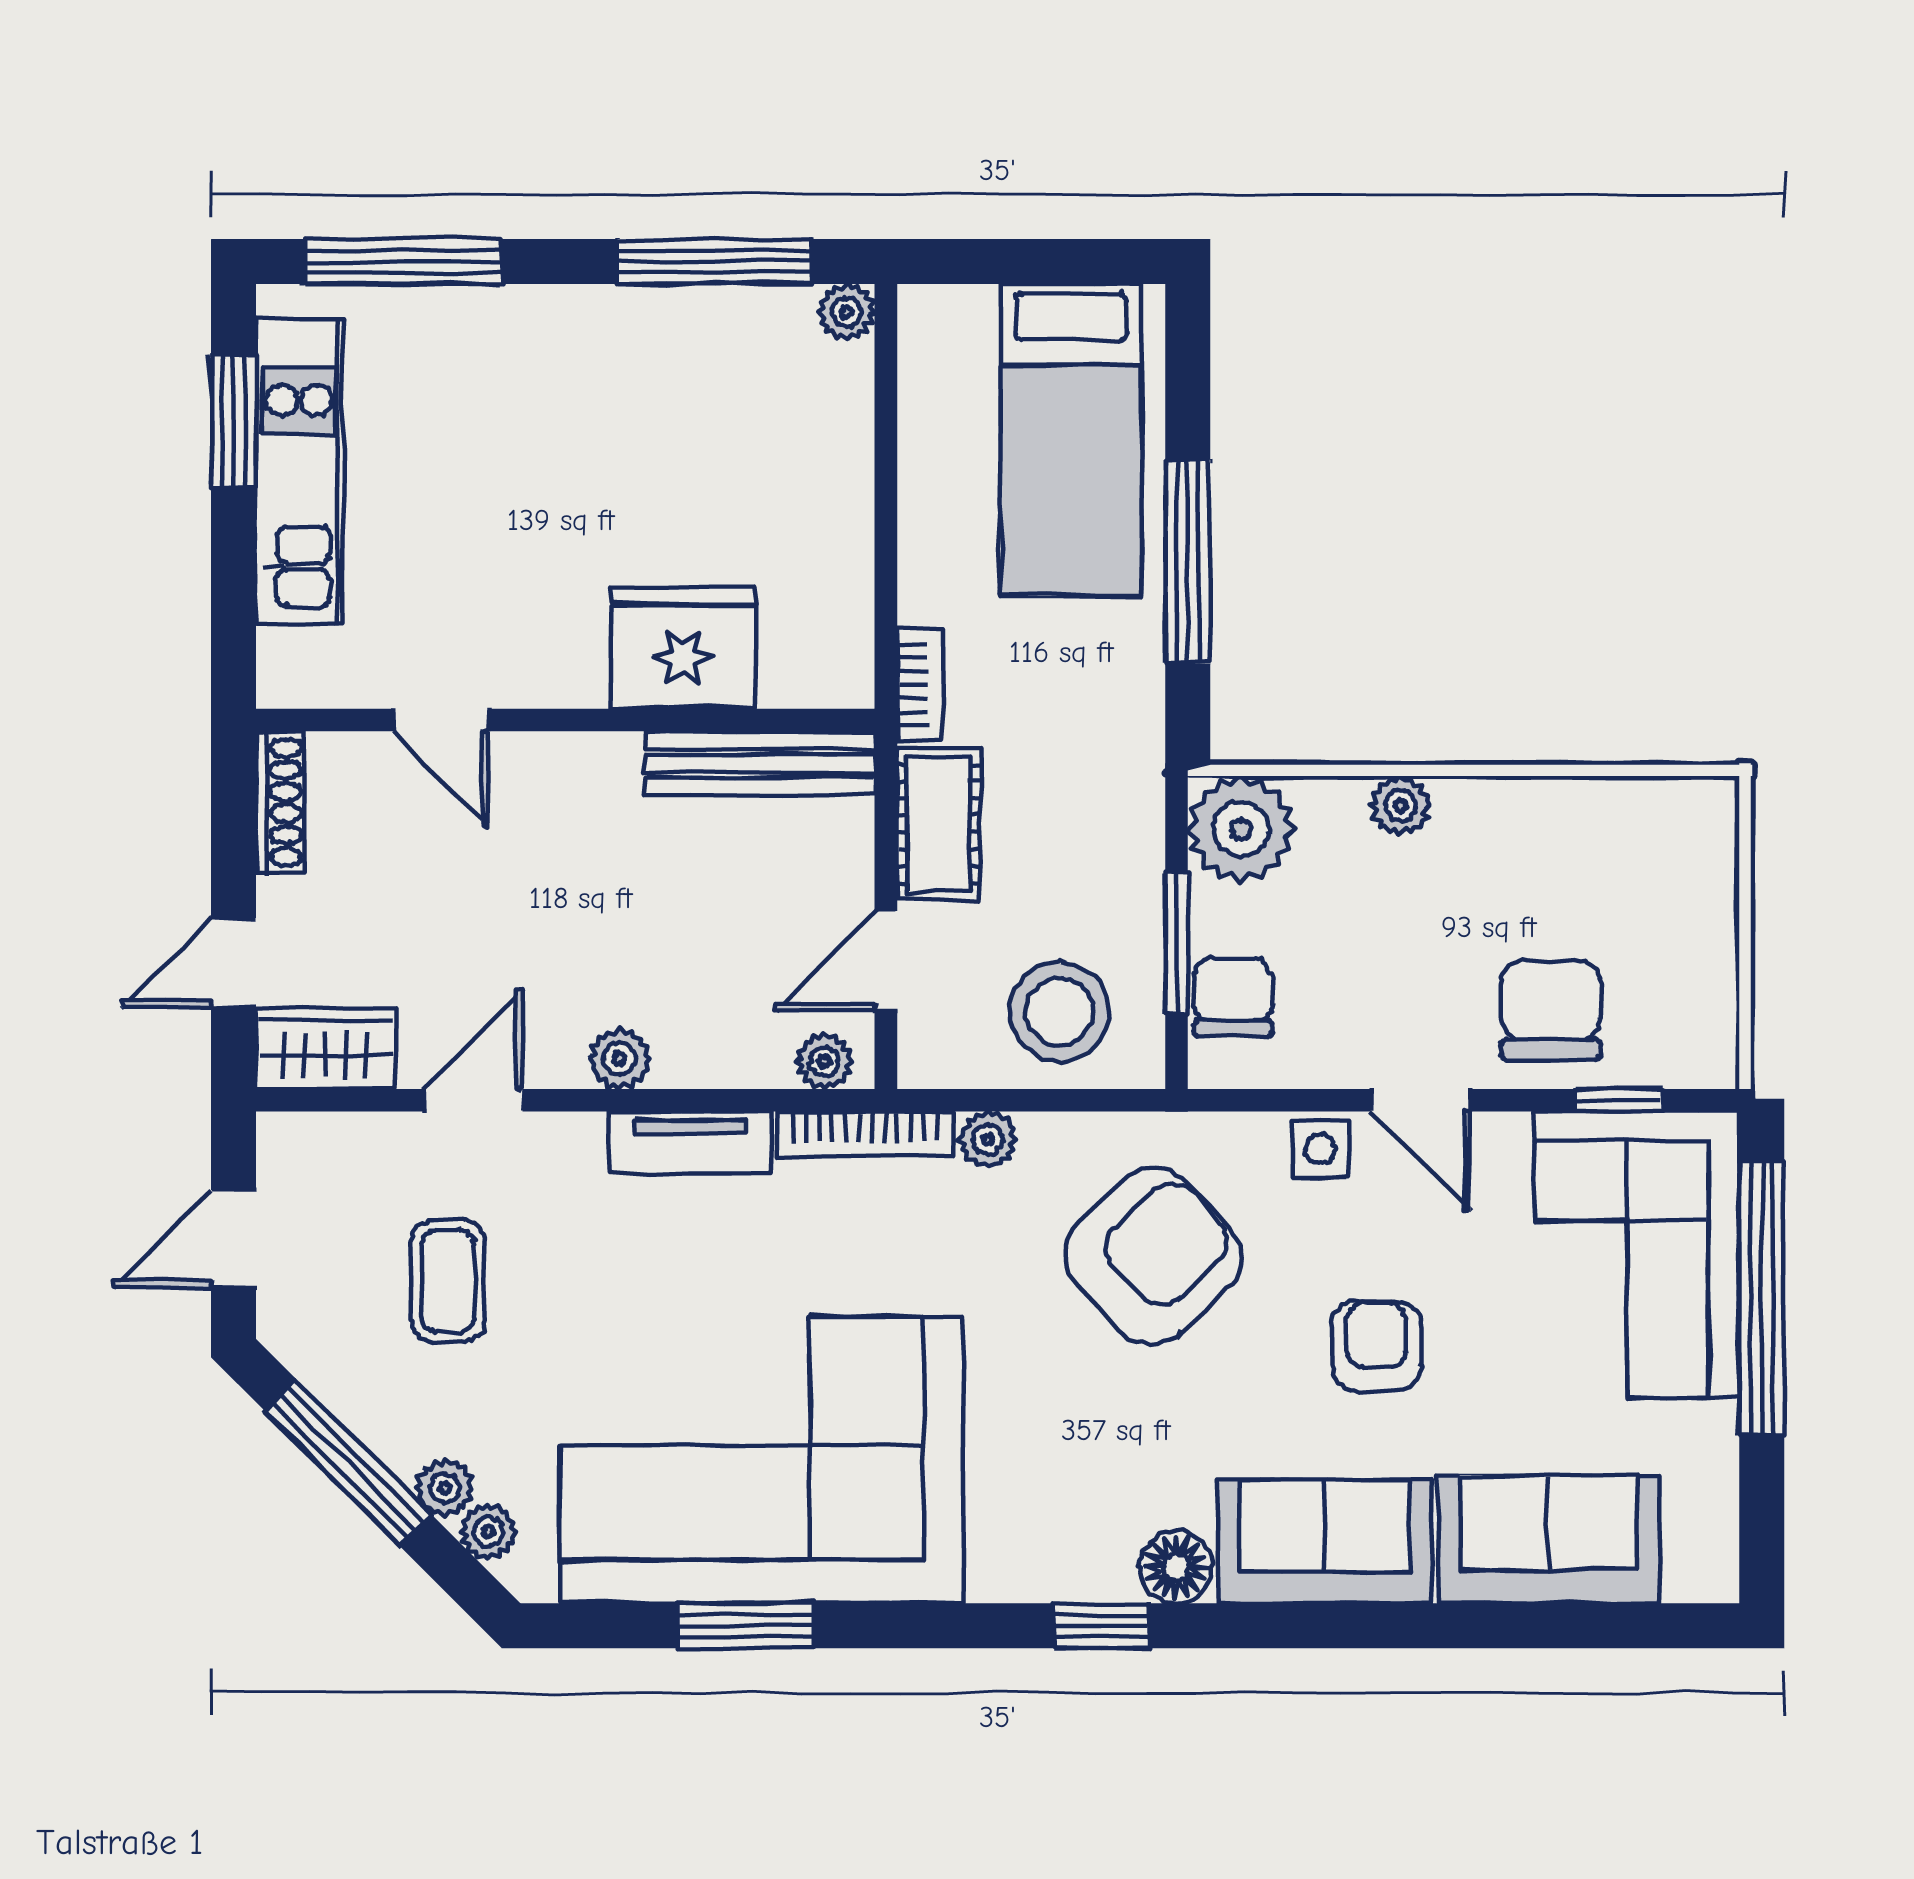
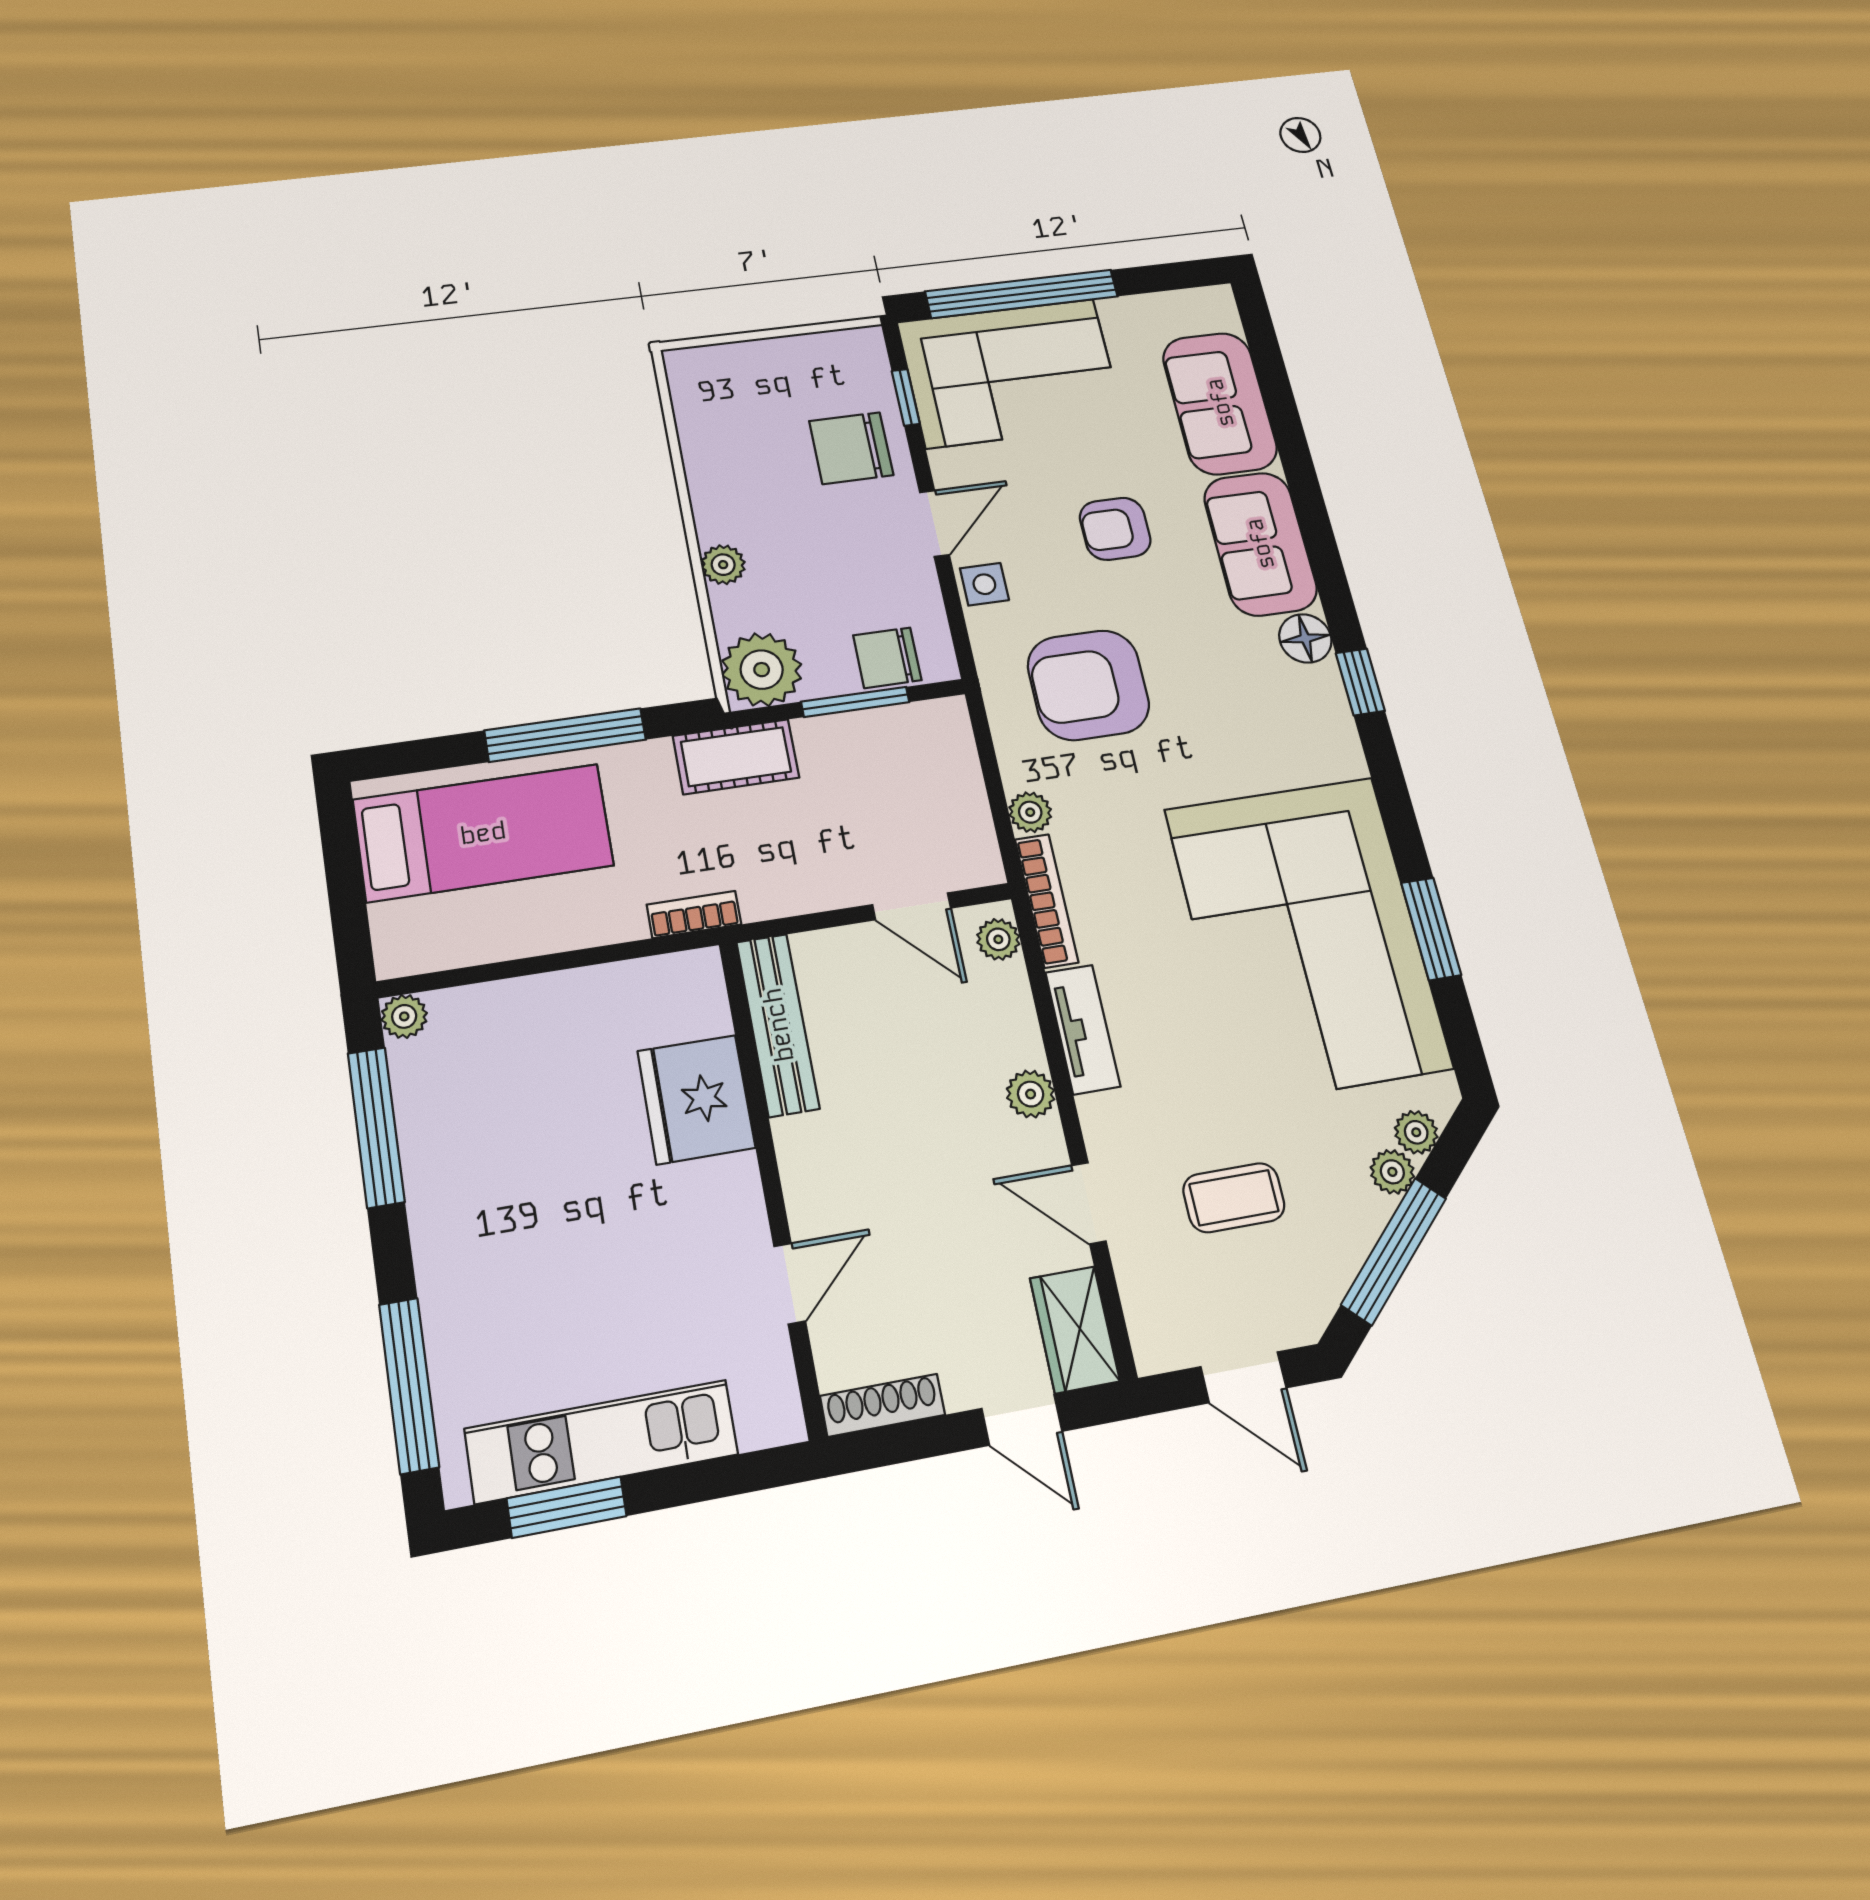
cot: (938, 824) -> (736, 757), moved
stool: (1060, 1012) -> (924, 776), removed
armchair: (1153, 1256) -> (1088, 685), turned -47

